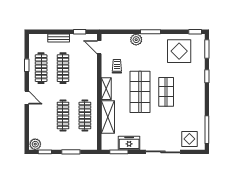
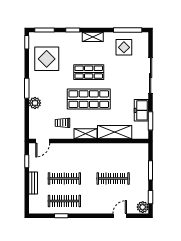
shelving: (200, 96) -> (93, 37), added
door: (27, 98) -> (120, 216), moved
clothes rail: (85, 115) -> (113, 156), removed
display table: (189, 139) -> (124, 47), moved

